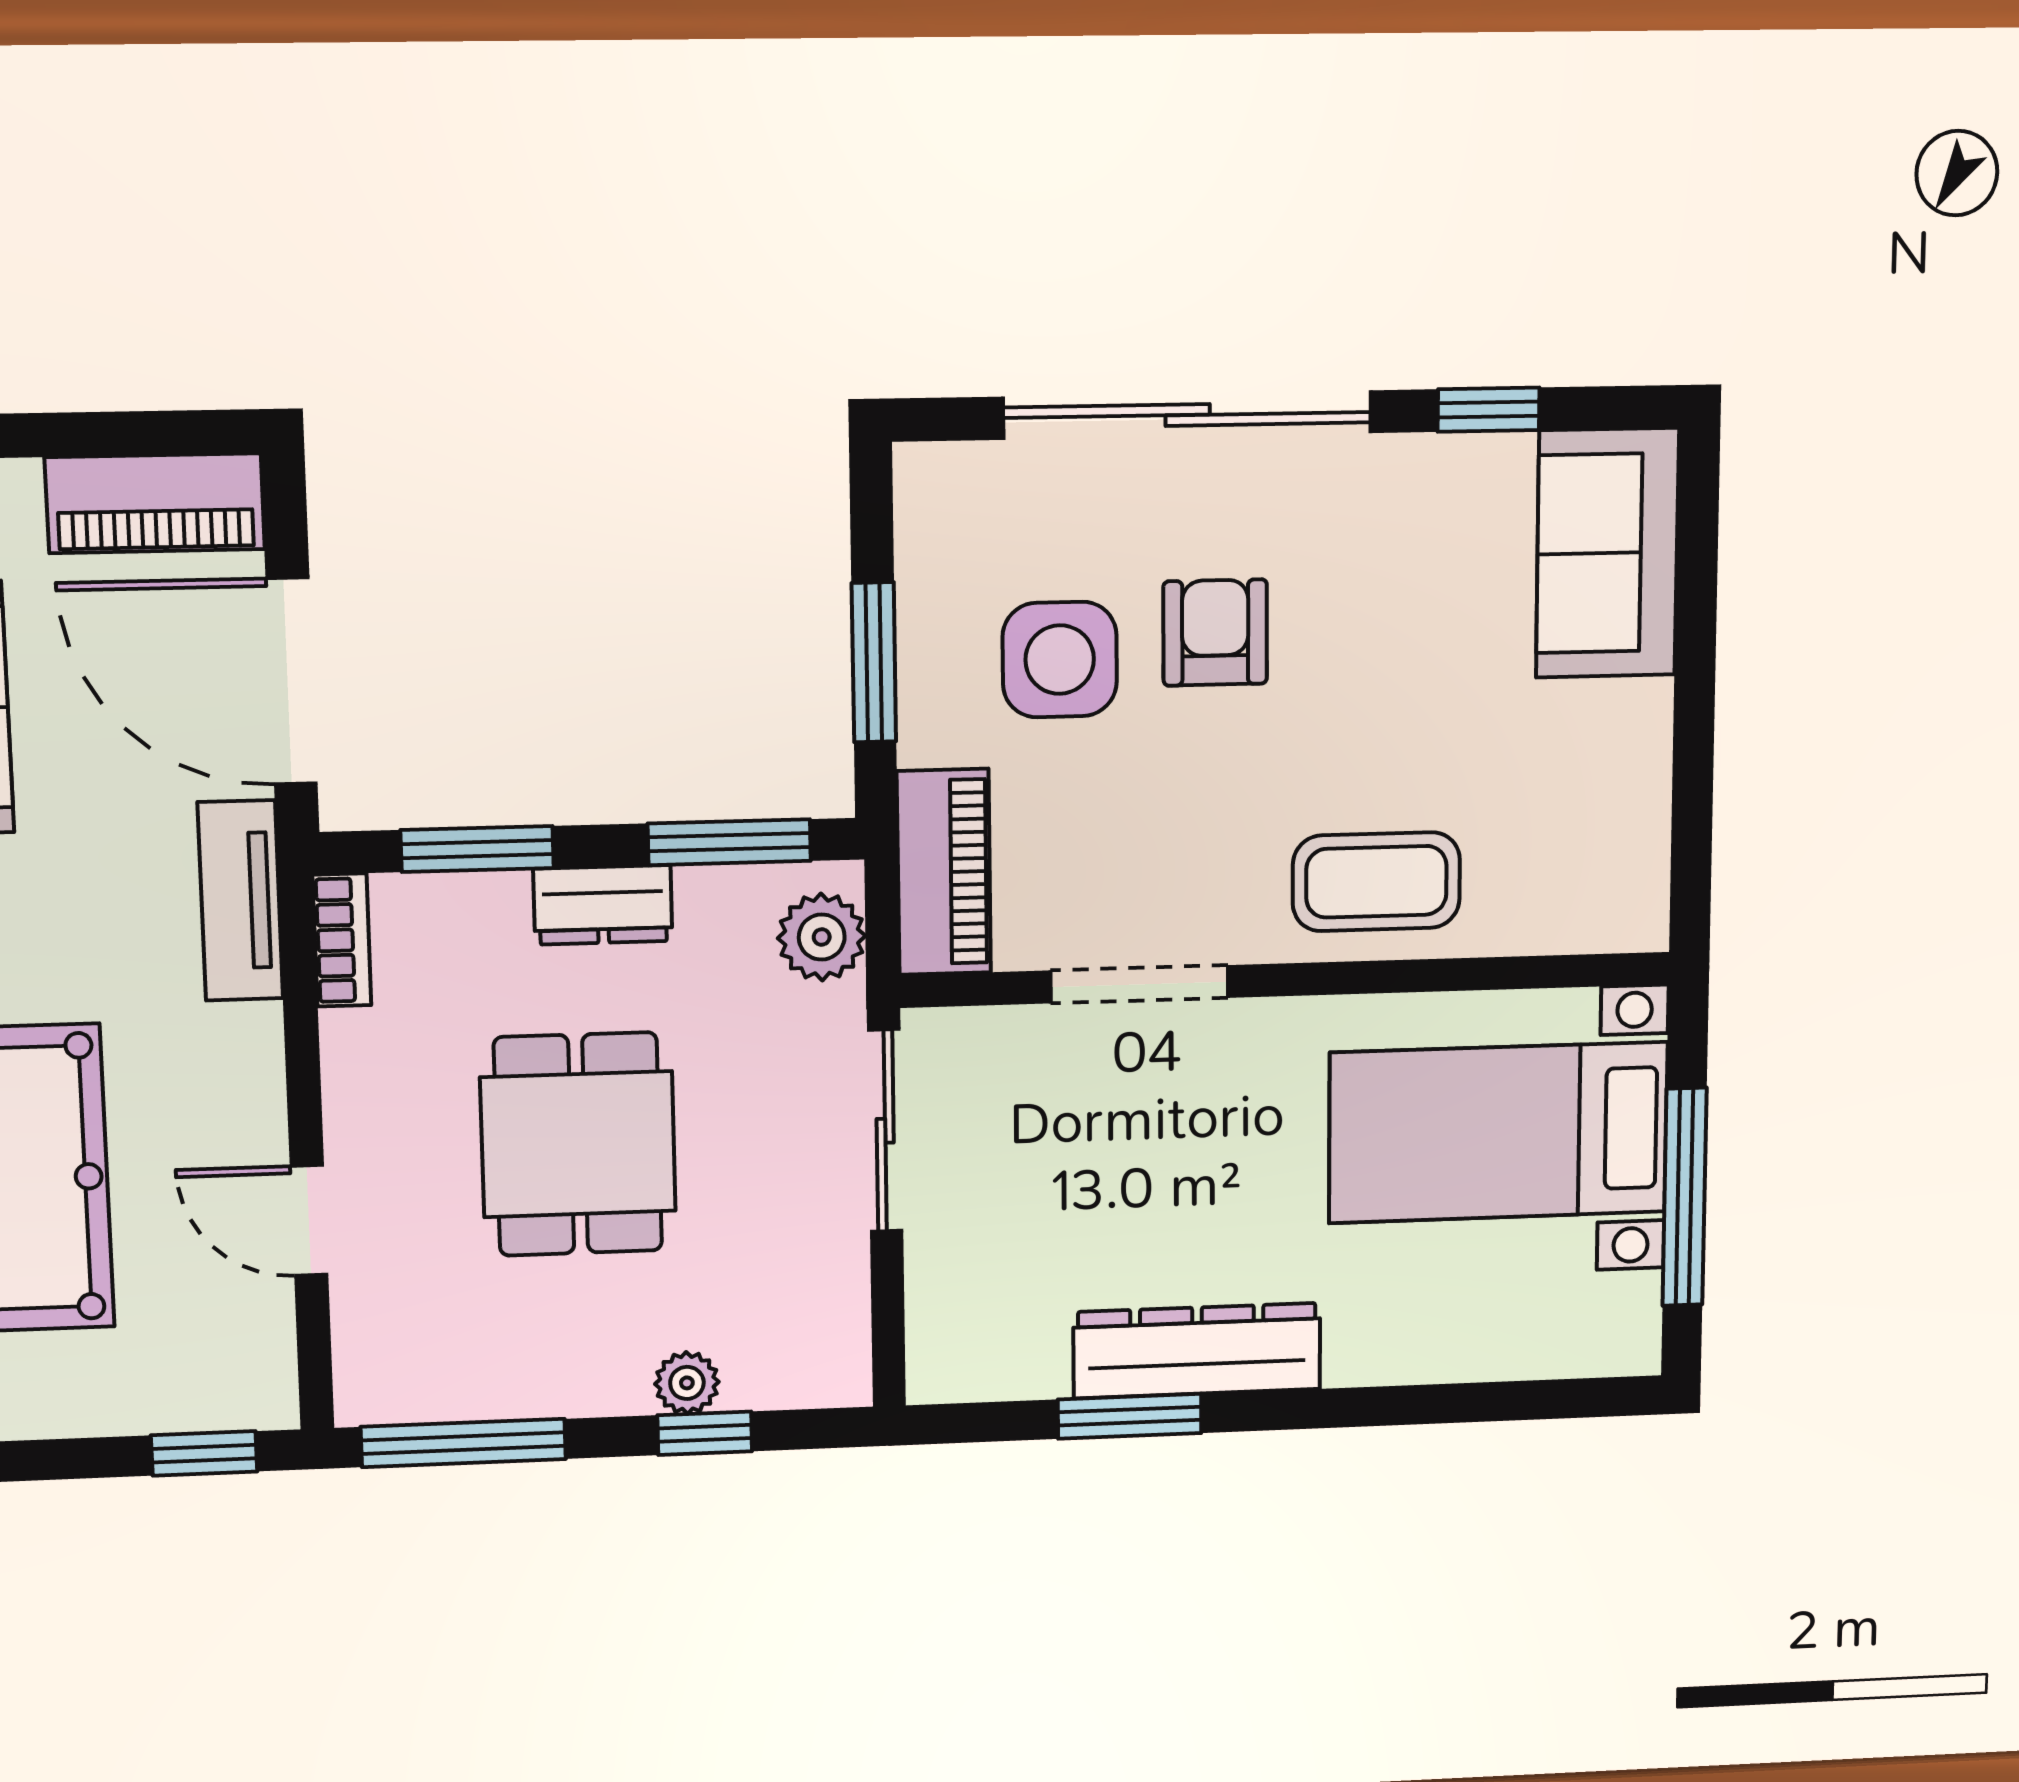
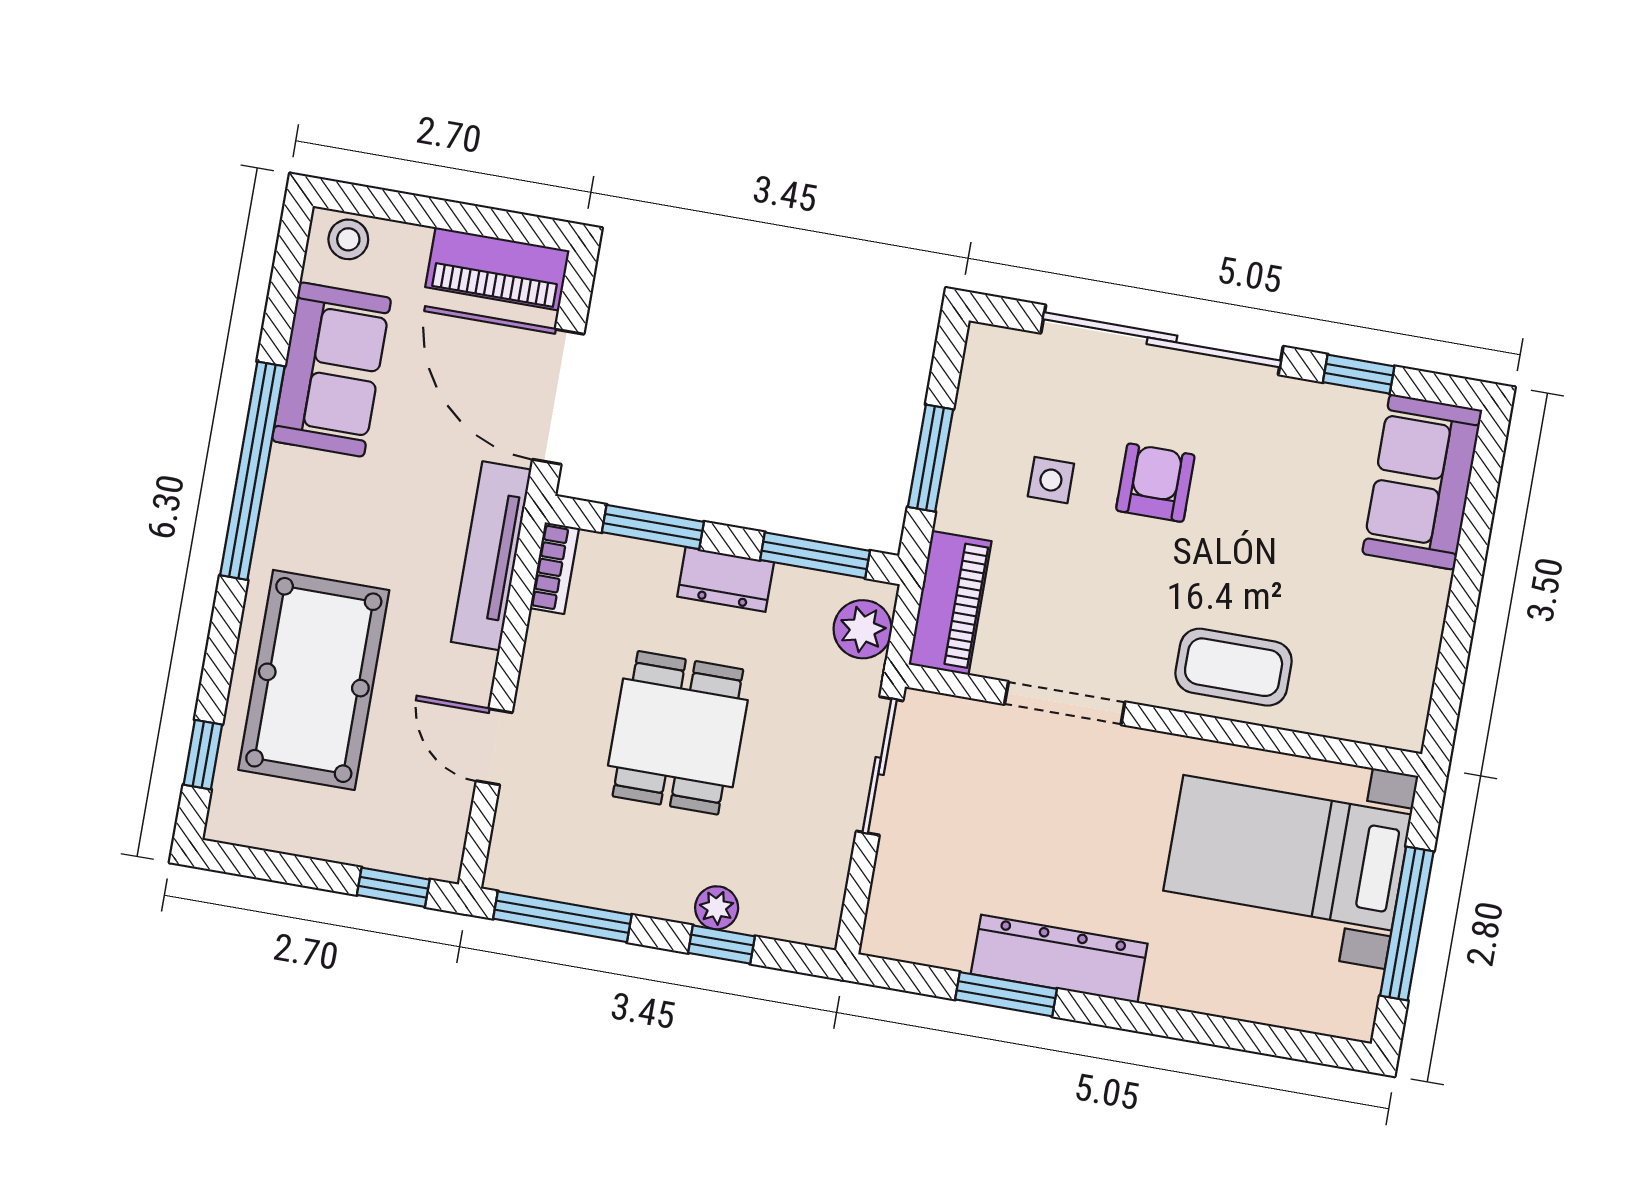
side table: (1060, 660) -> (1051, 480), width x0.54, depth x0.54
tv unit: (240, 901) -> (491, 556), width x1.41

